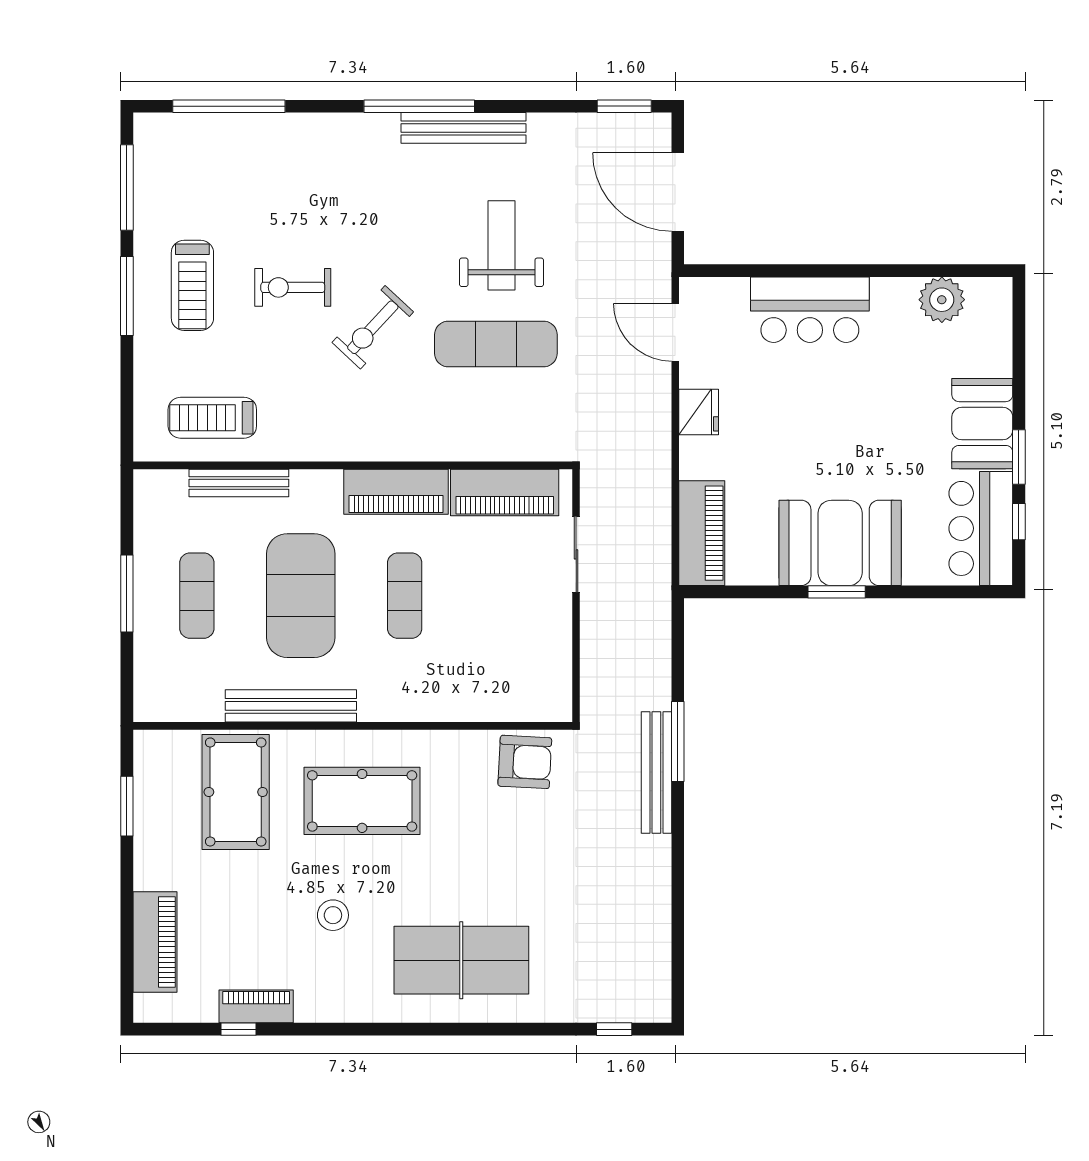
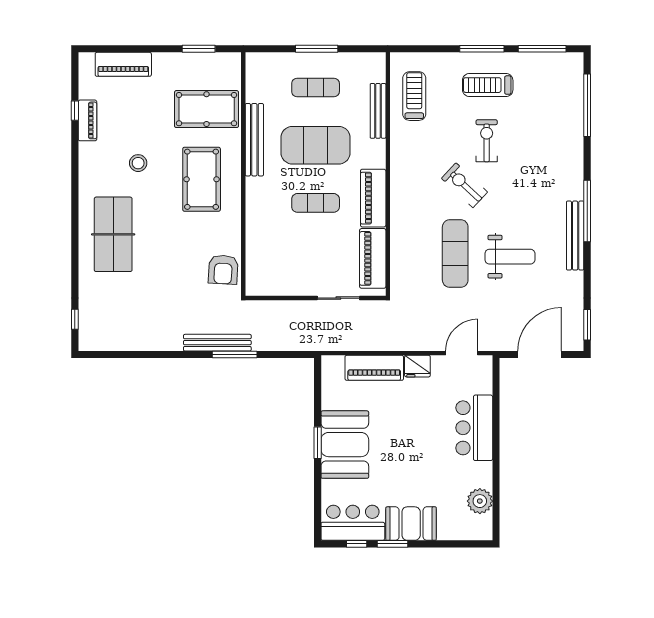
piano: (702, 533) -> (374, 368), moved

